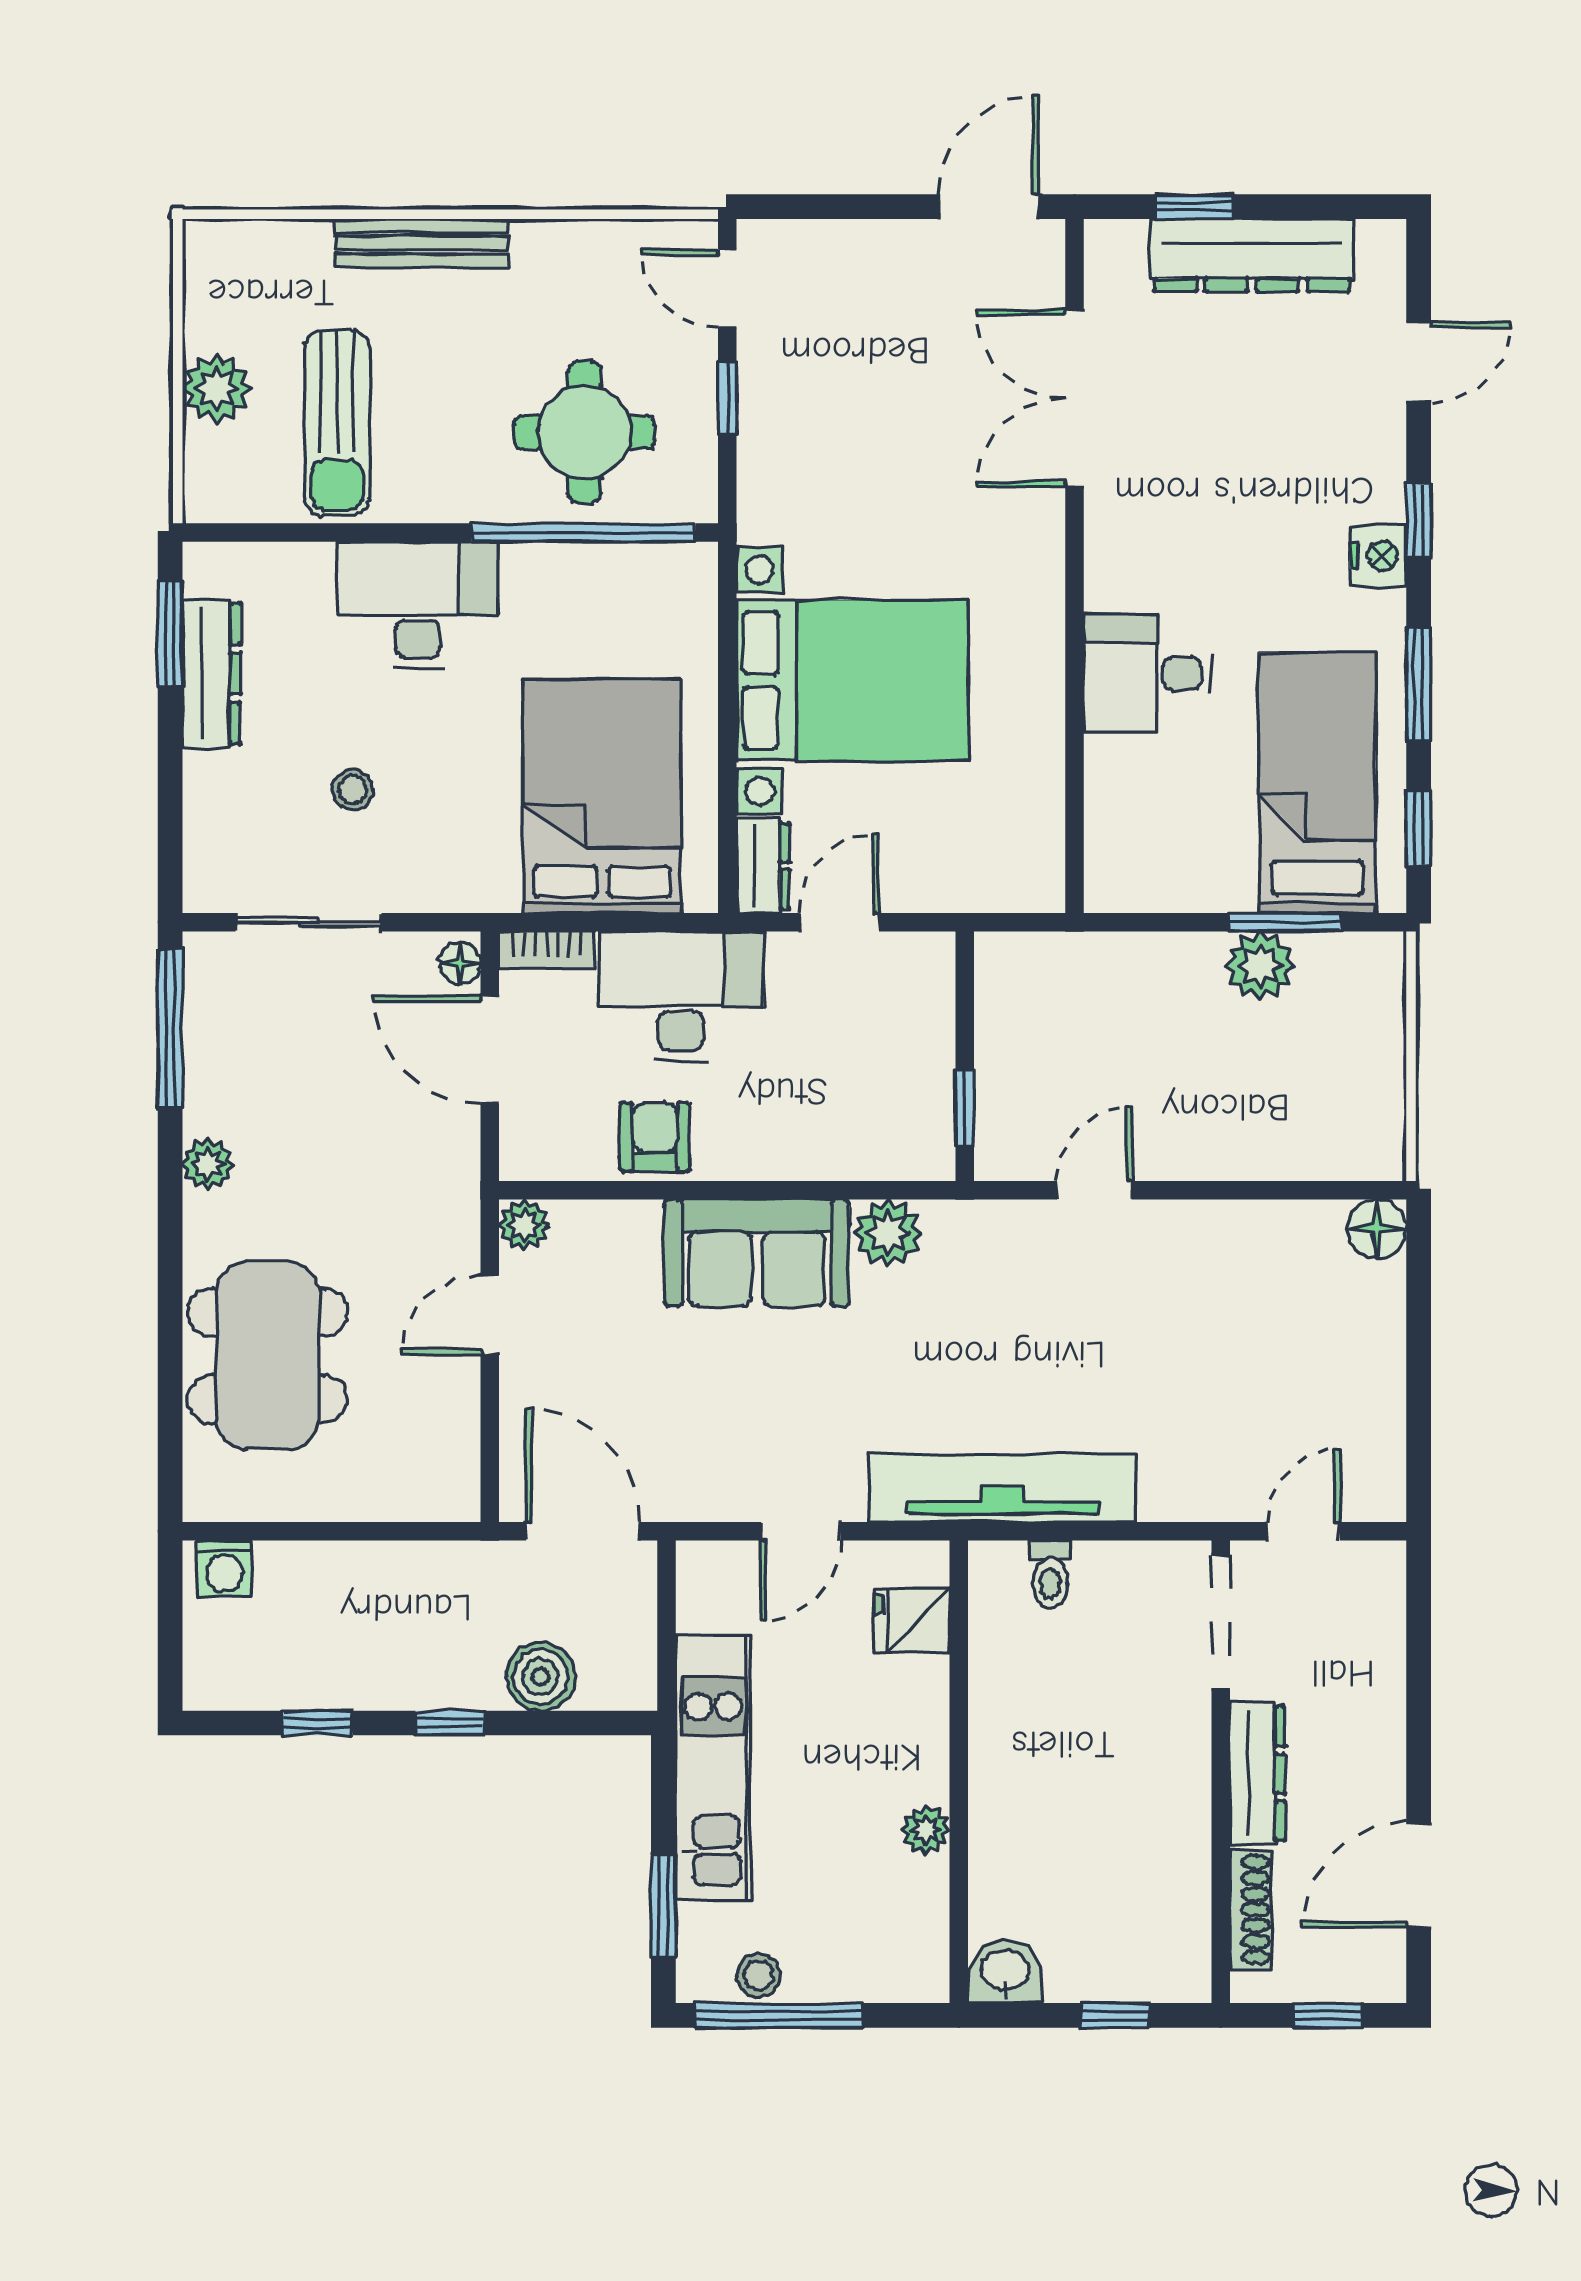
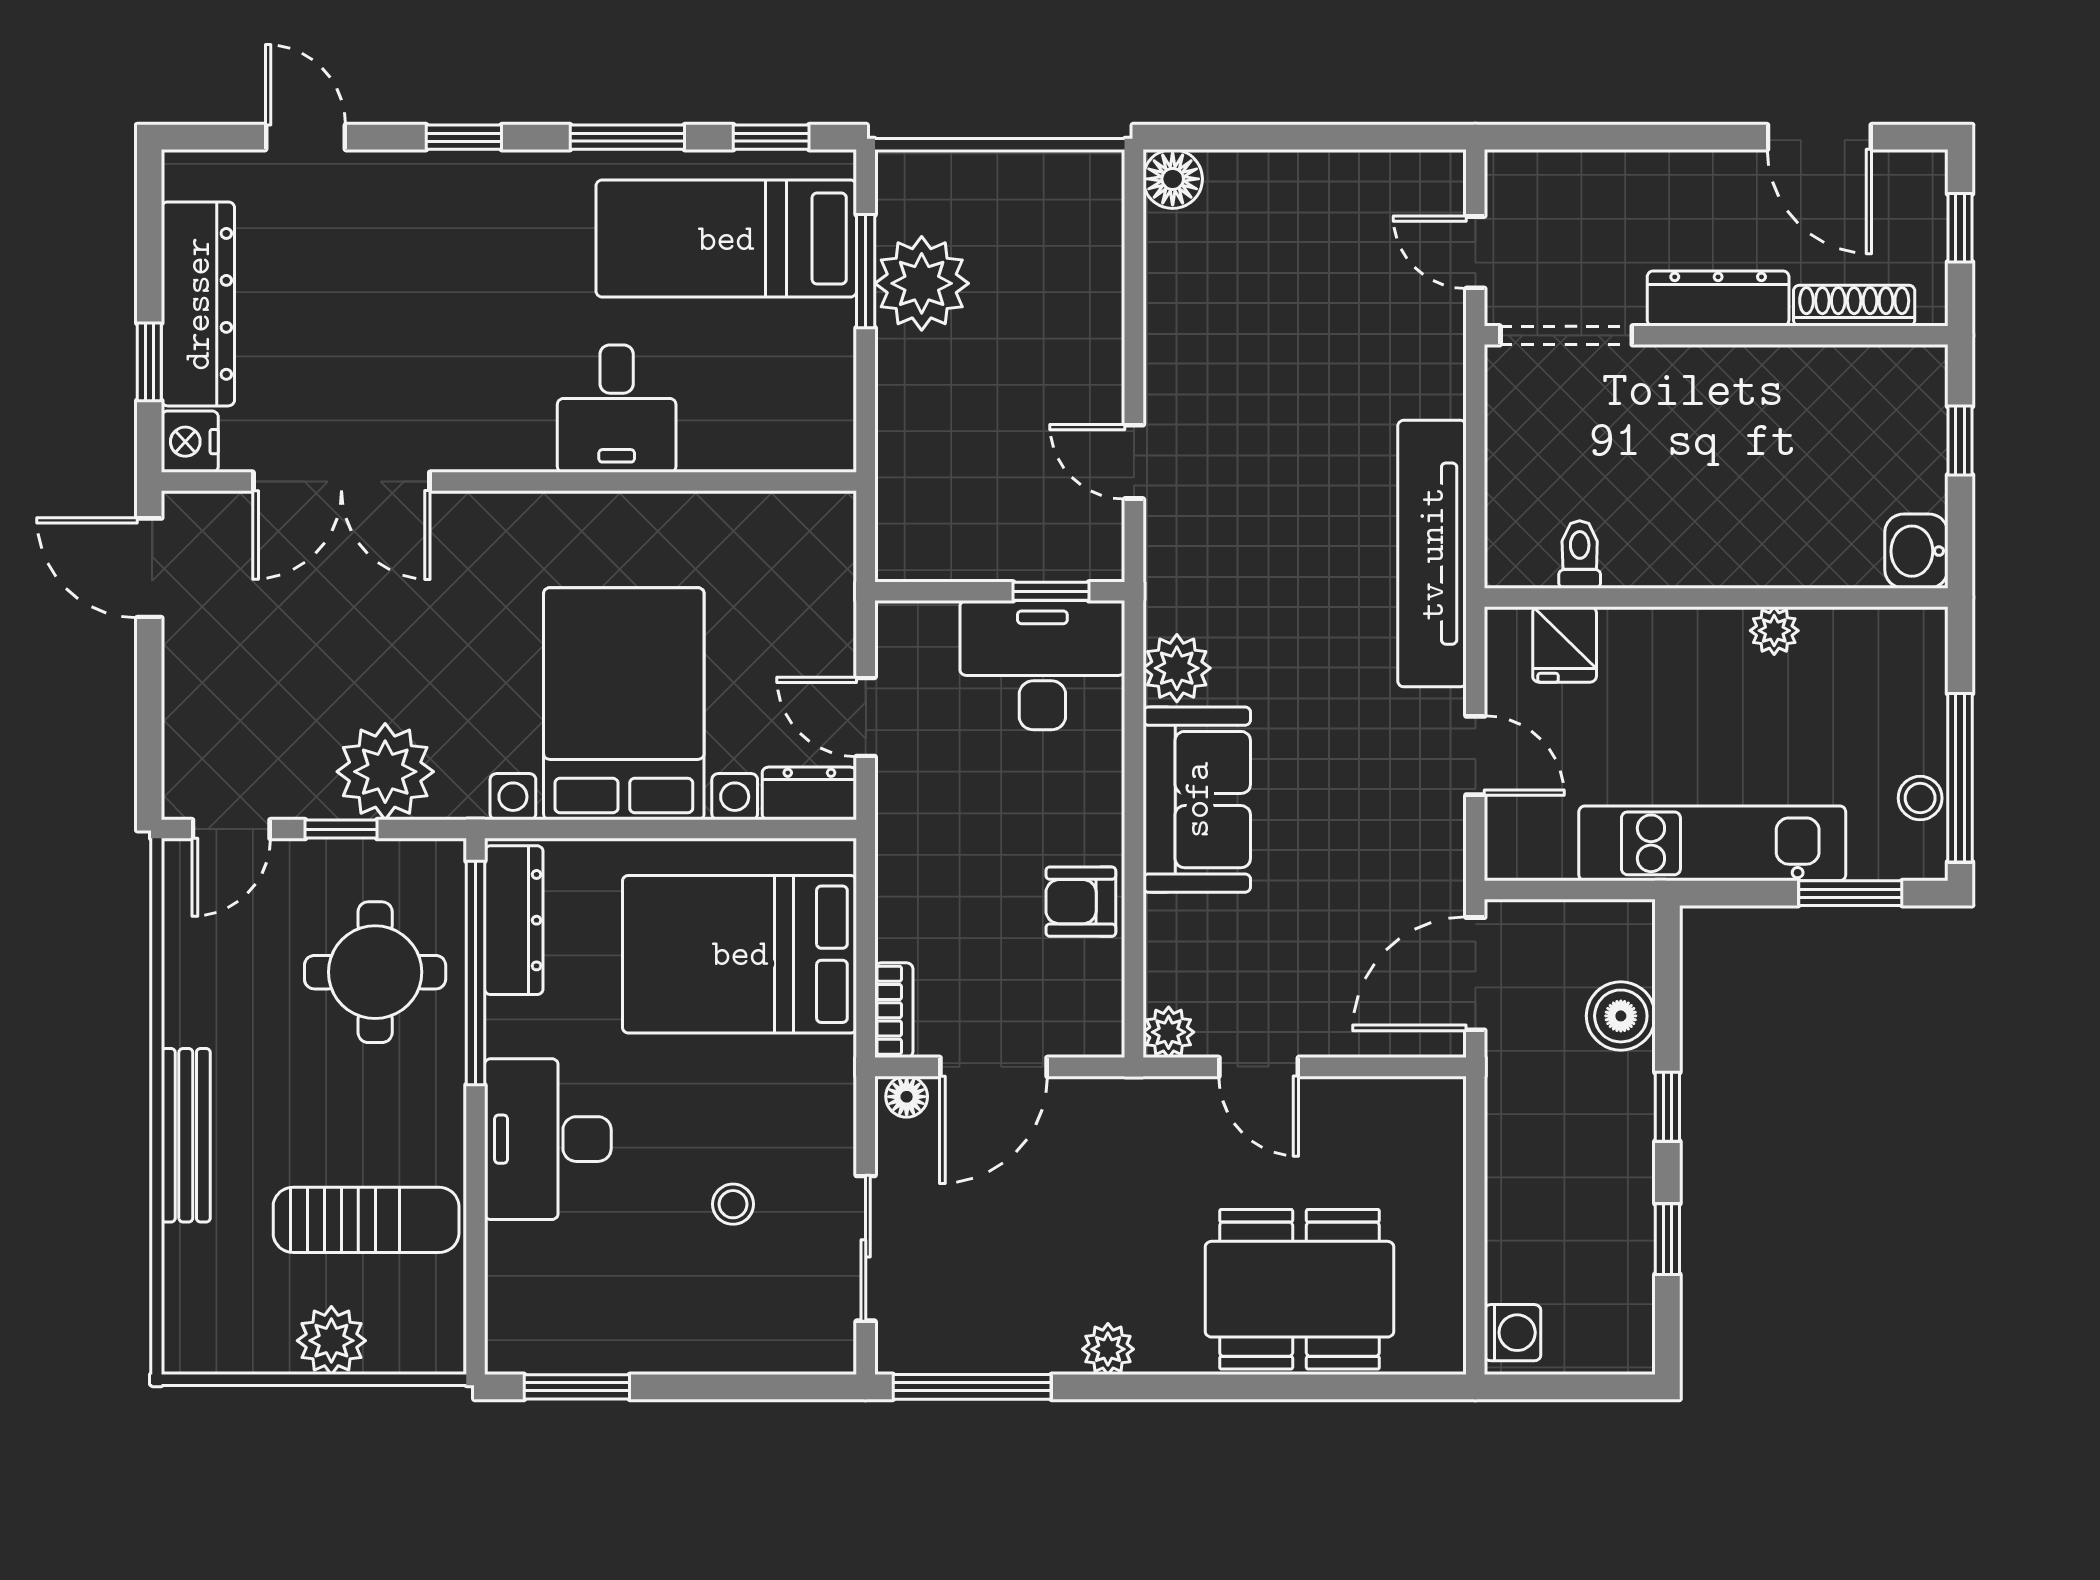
plant: (785, 442) -> (385, 772), added
nightstand: (1378, 556) -> (190, 442), moved, turned -90
dresser: (211, 673) -> (514, 920), moved, turned 90
plant: (1260, 966) -> (922, 283), width x1.36, depth x1.36
desk: (681, 996) -> (1042, 665), moved, turned 90
toilet: (1050, 1574) -> (1580, 554), moved, turned -90

